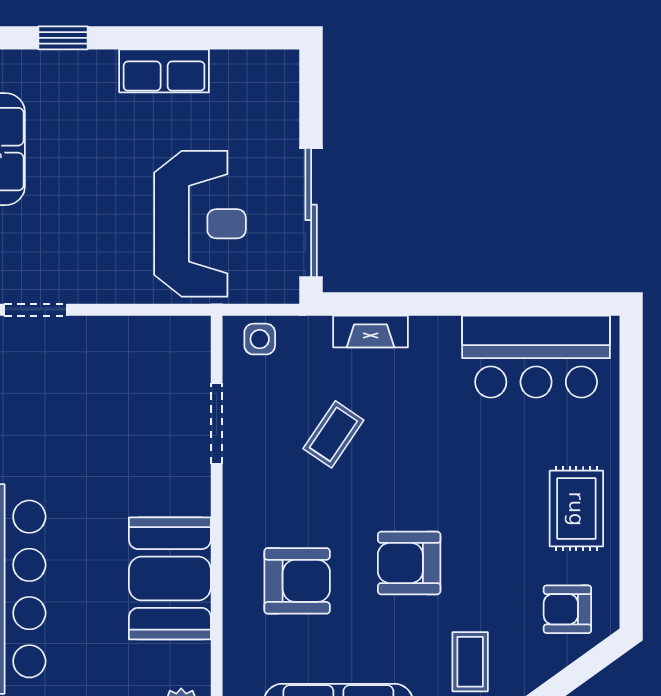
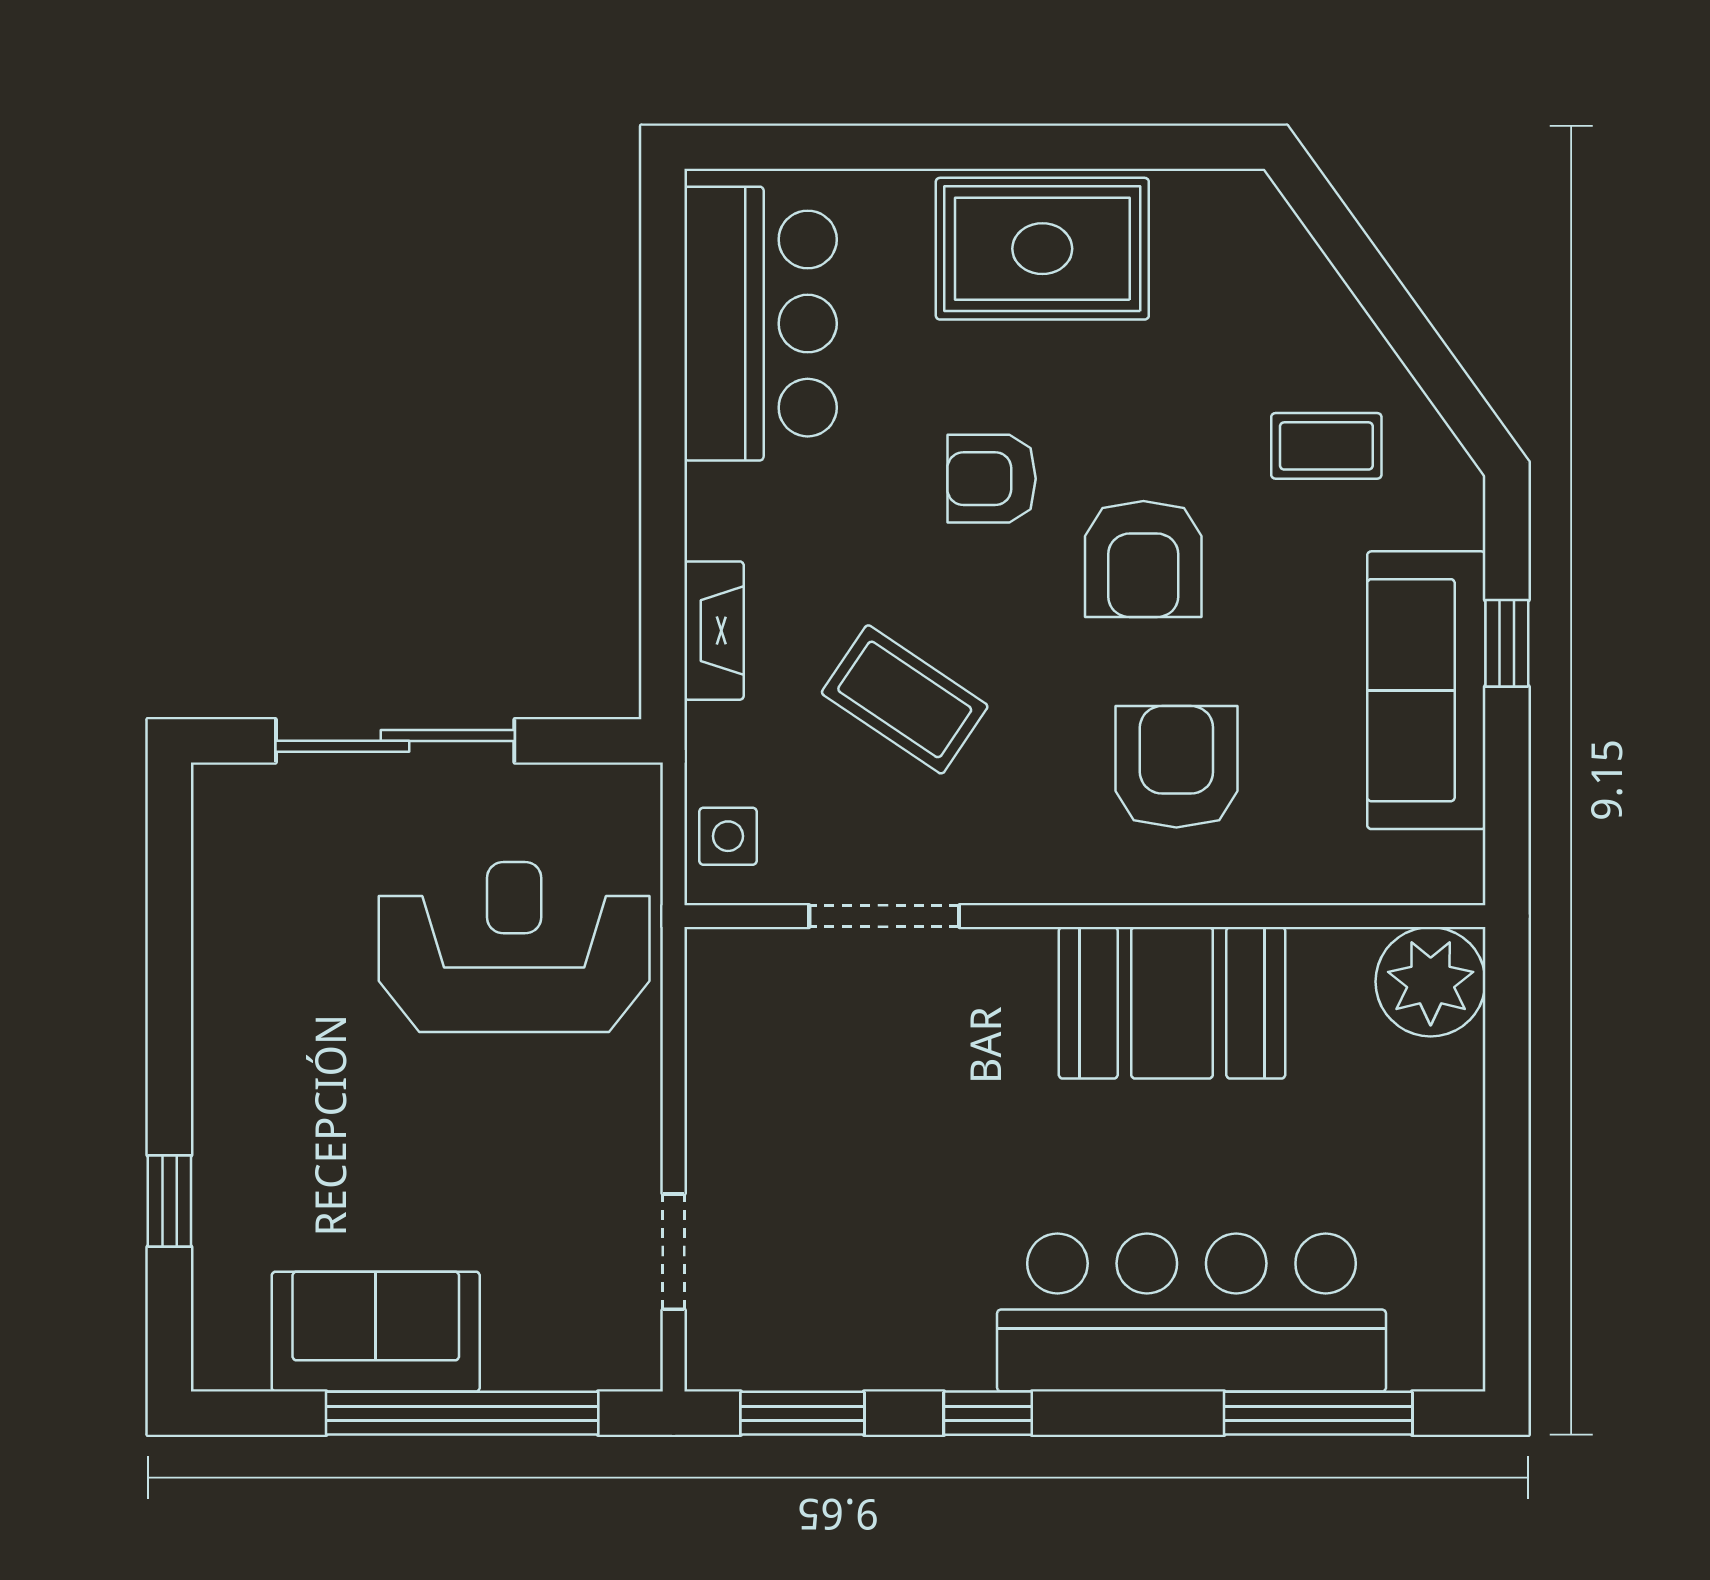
row of seats: (164, 71) -> (231, 1014), removed
sliding door: (311, 212) -> (395, 741), moved
coffee table: (333, 434) -> (905, 699), width x1.36, depth x1.30
rug: (576, 509) -> (1042, 249), width x1.36, depth x1.43
armchair: (567, 609) -> (992, 479), moved, turned 90

